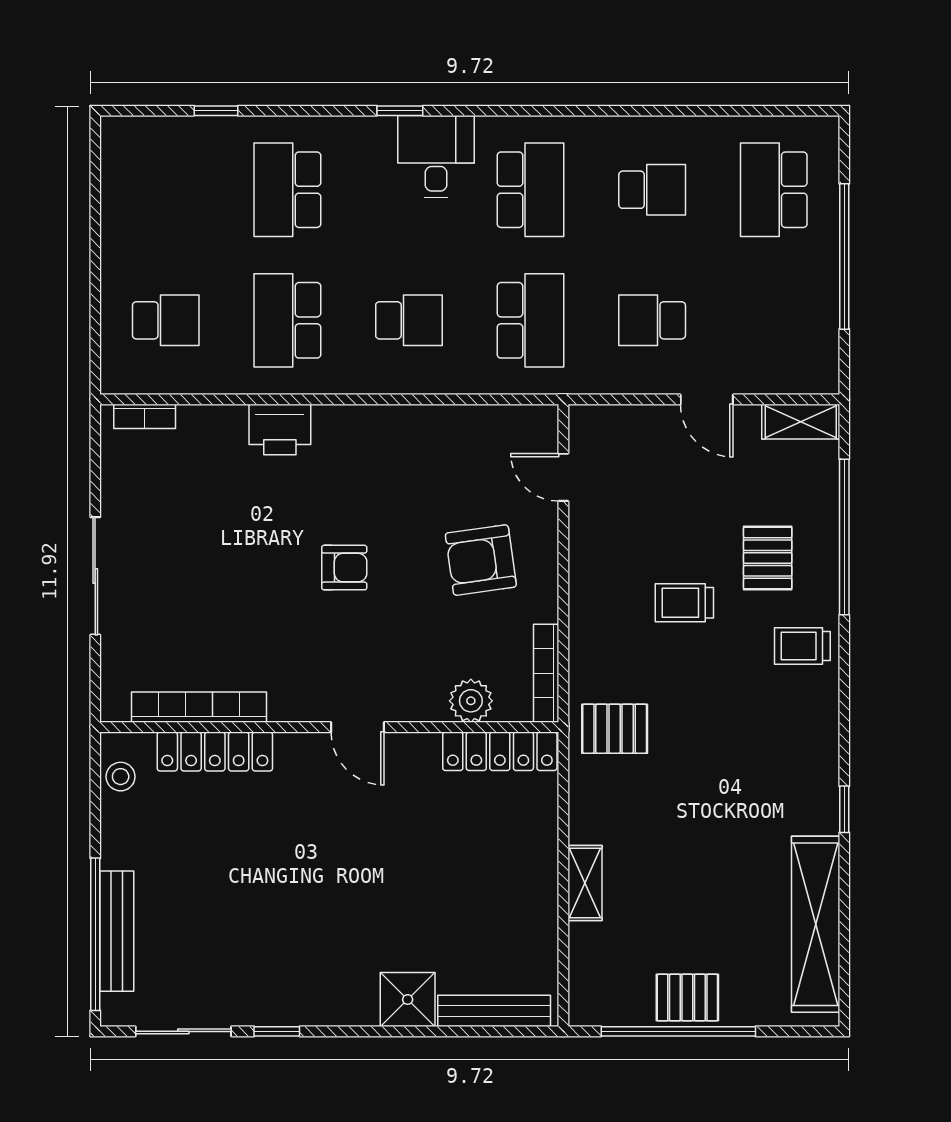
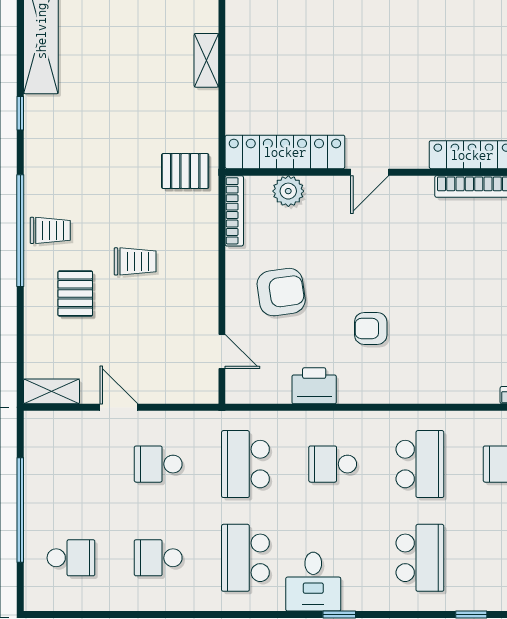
school desk: (774, 190) -> (71, 558), width x0.54
school desk: (652, 320) -> (158, 464), turned 180
printer: (280, 429) -> (314, 386), moved
window: (844, 537) -> (20, 231), moved
armchair: (344, 568) -> (371, 328), moved
door: (357, 727) -> (370, 172), swing flipped
locker: (500, 751) -> (285, 152), width x1.41, depth x1.21

